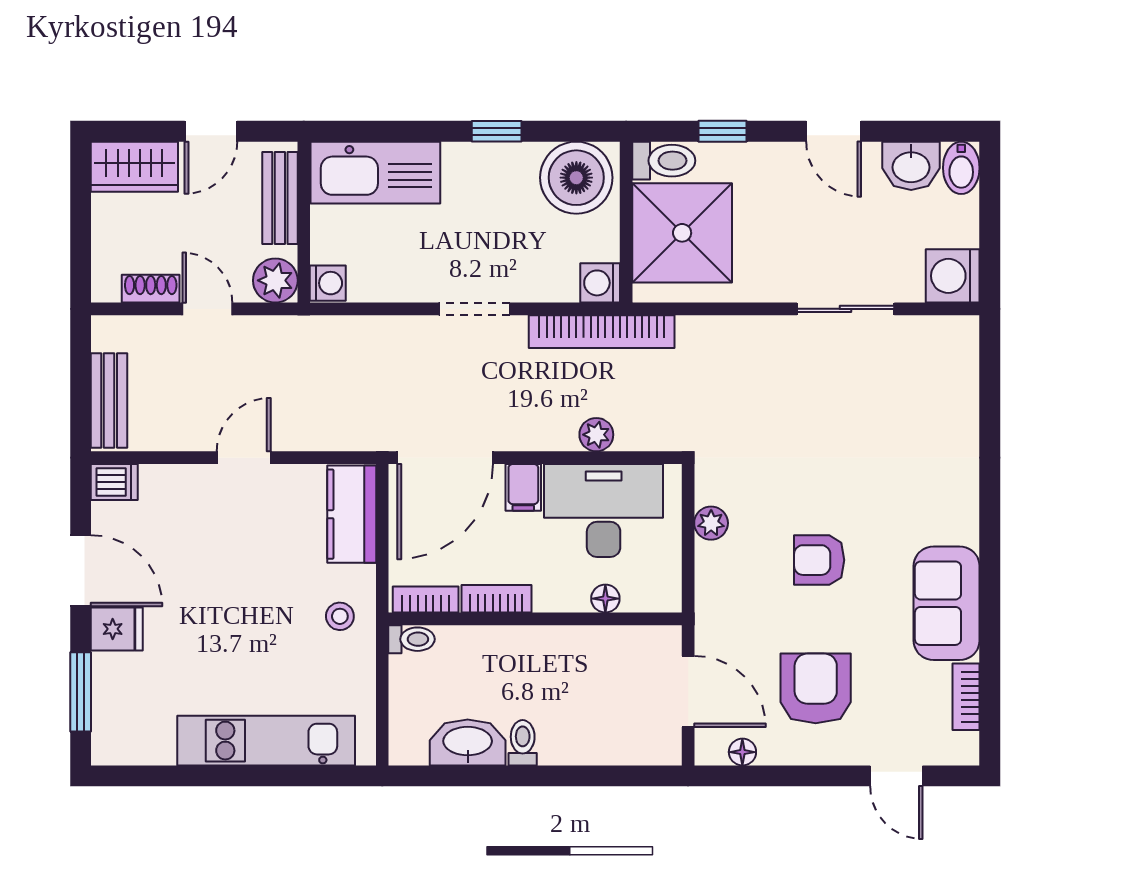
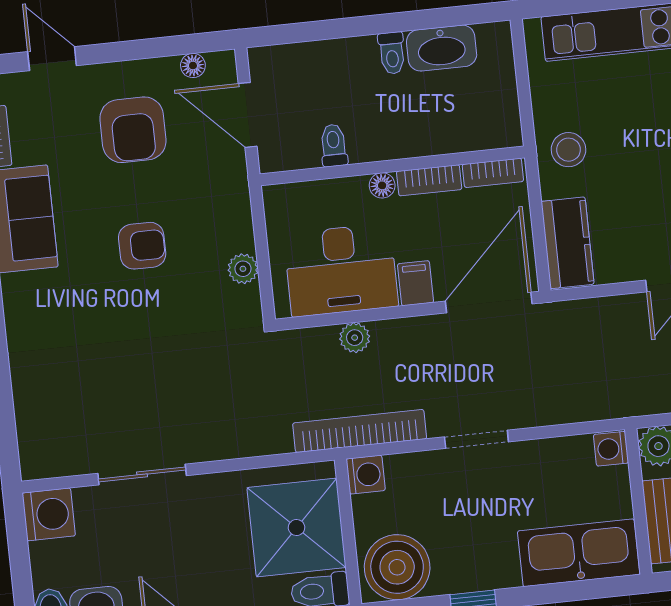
floor lamp: (605, 599) -> (382, 185), moved
stool: (340, 616) -> (568, 150), width x1.37, depth x1.37
toilet: (411, 639) -> (334, 145), moved, turned 90

